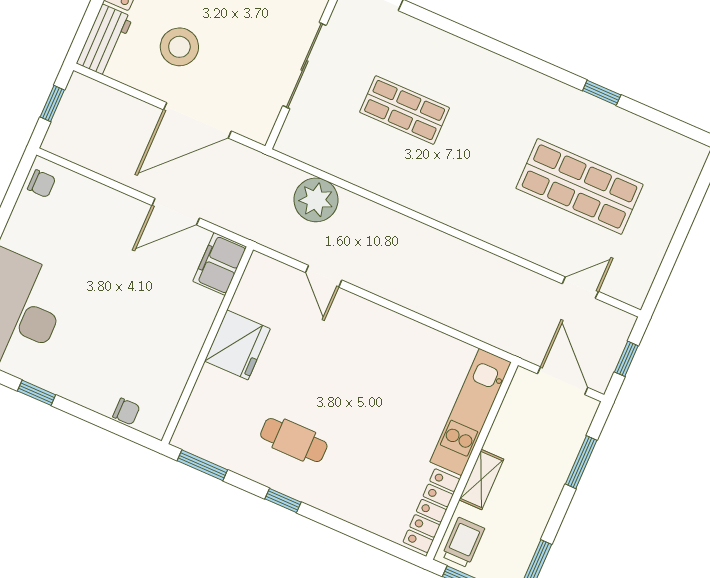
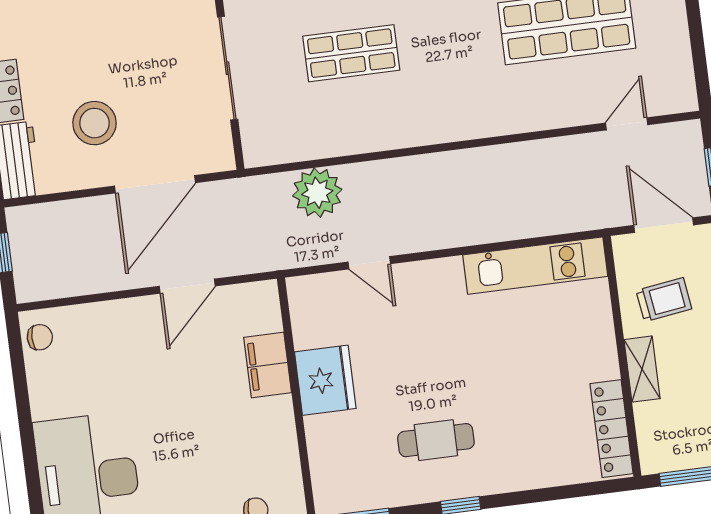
filing cabinet: (220, 264) -> (268, 365), moved
kitchen unit: (470, 412) -> (535, 266), moved, turned -90
trolley: (463, 542) -> (664, 300), moved, turned 82

